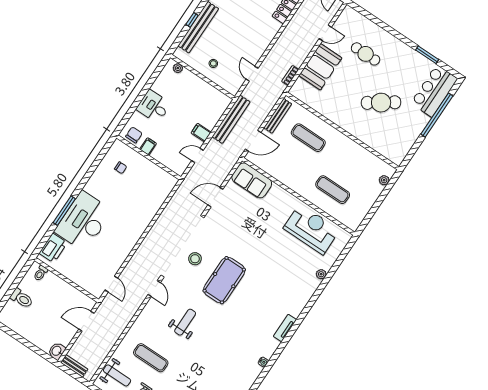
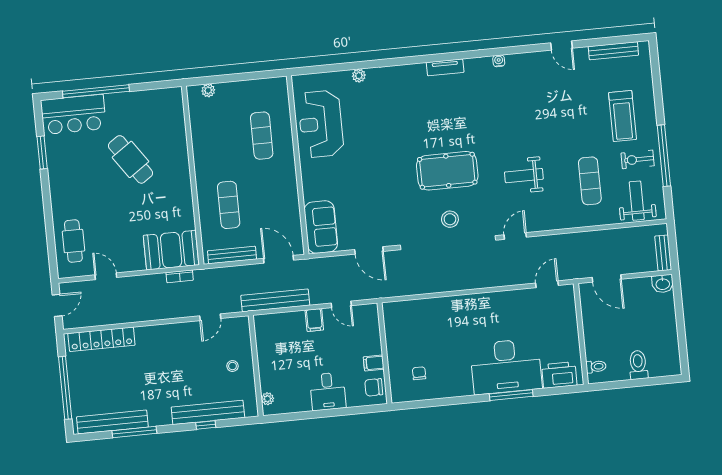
cafe table: (366, 54) -> (73, 241), moved
booth: (320, 67) -> (171, 250), moved

